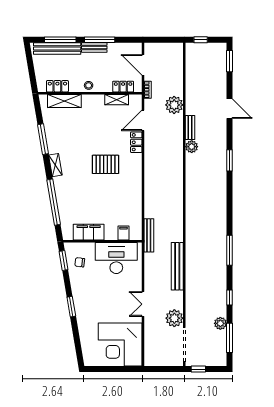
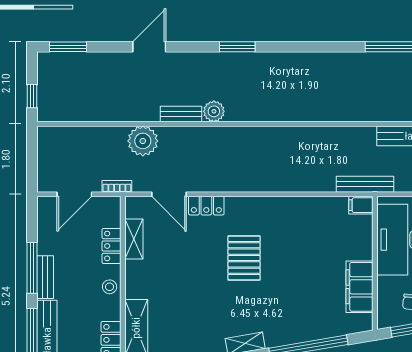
locker: (123, 87) -> (111, 246), moved
filing cabinet: (124, 233) -> (361, 205), moved

